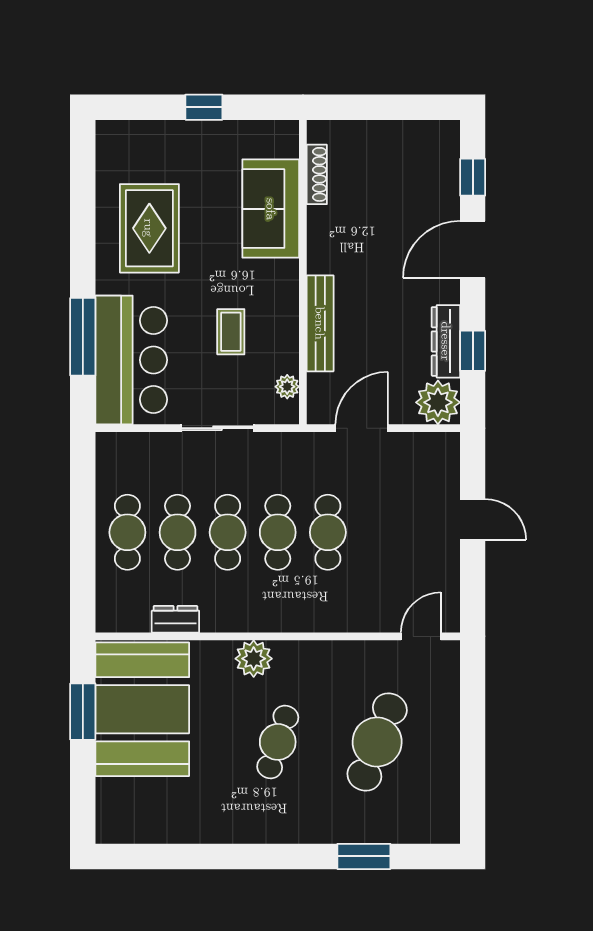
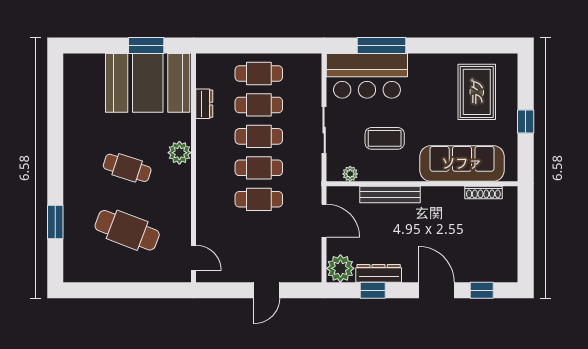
sofa: (271, 209) -> (462, 163), width x1.36
rug: (149, 228) -> (477, 92), moved, turned 90
coffee table: (231, 332) -> (385, 138), width x1.36, depth x1.30

